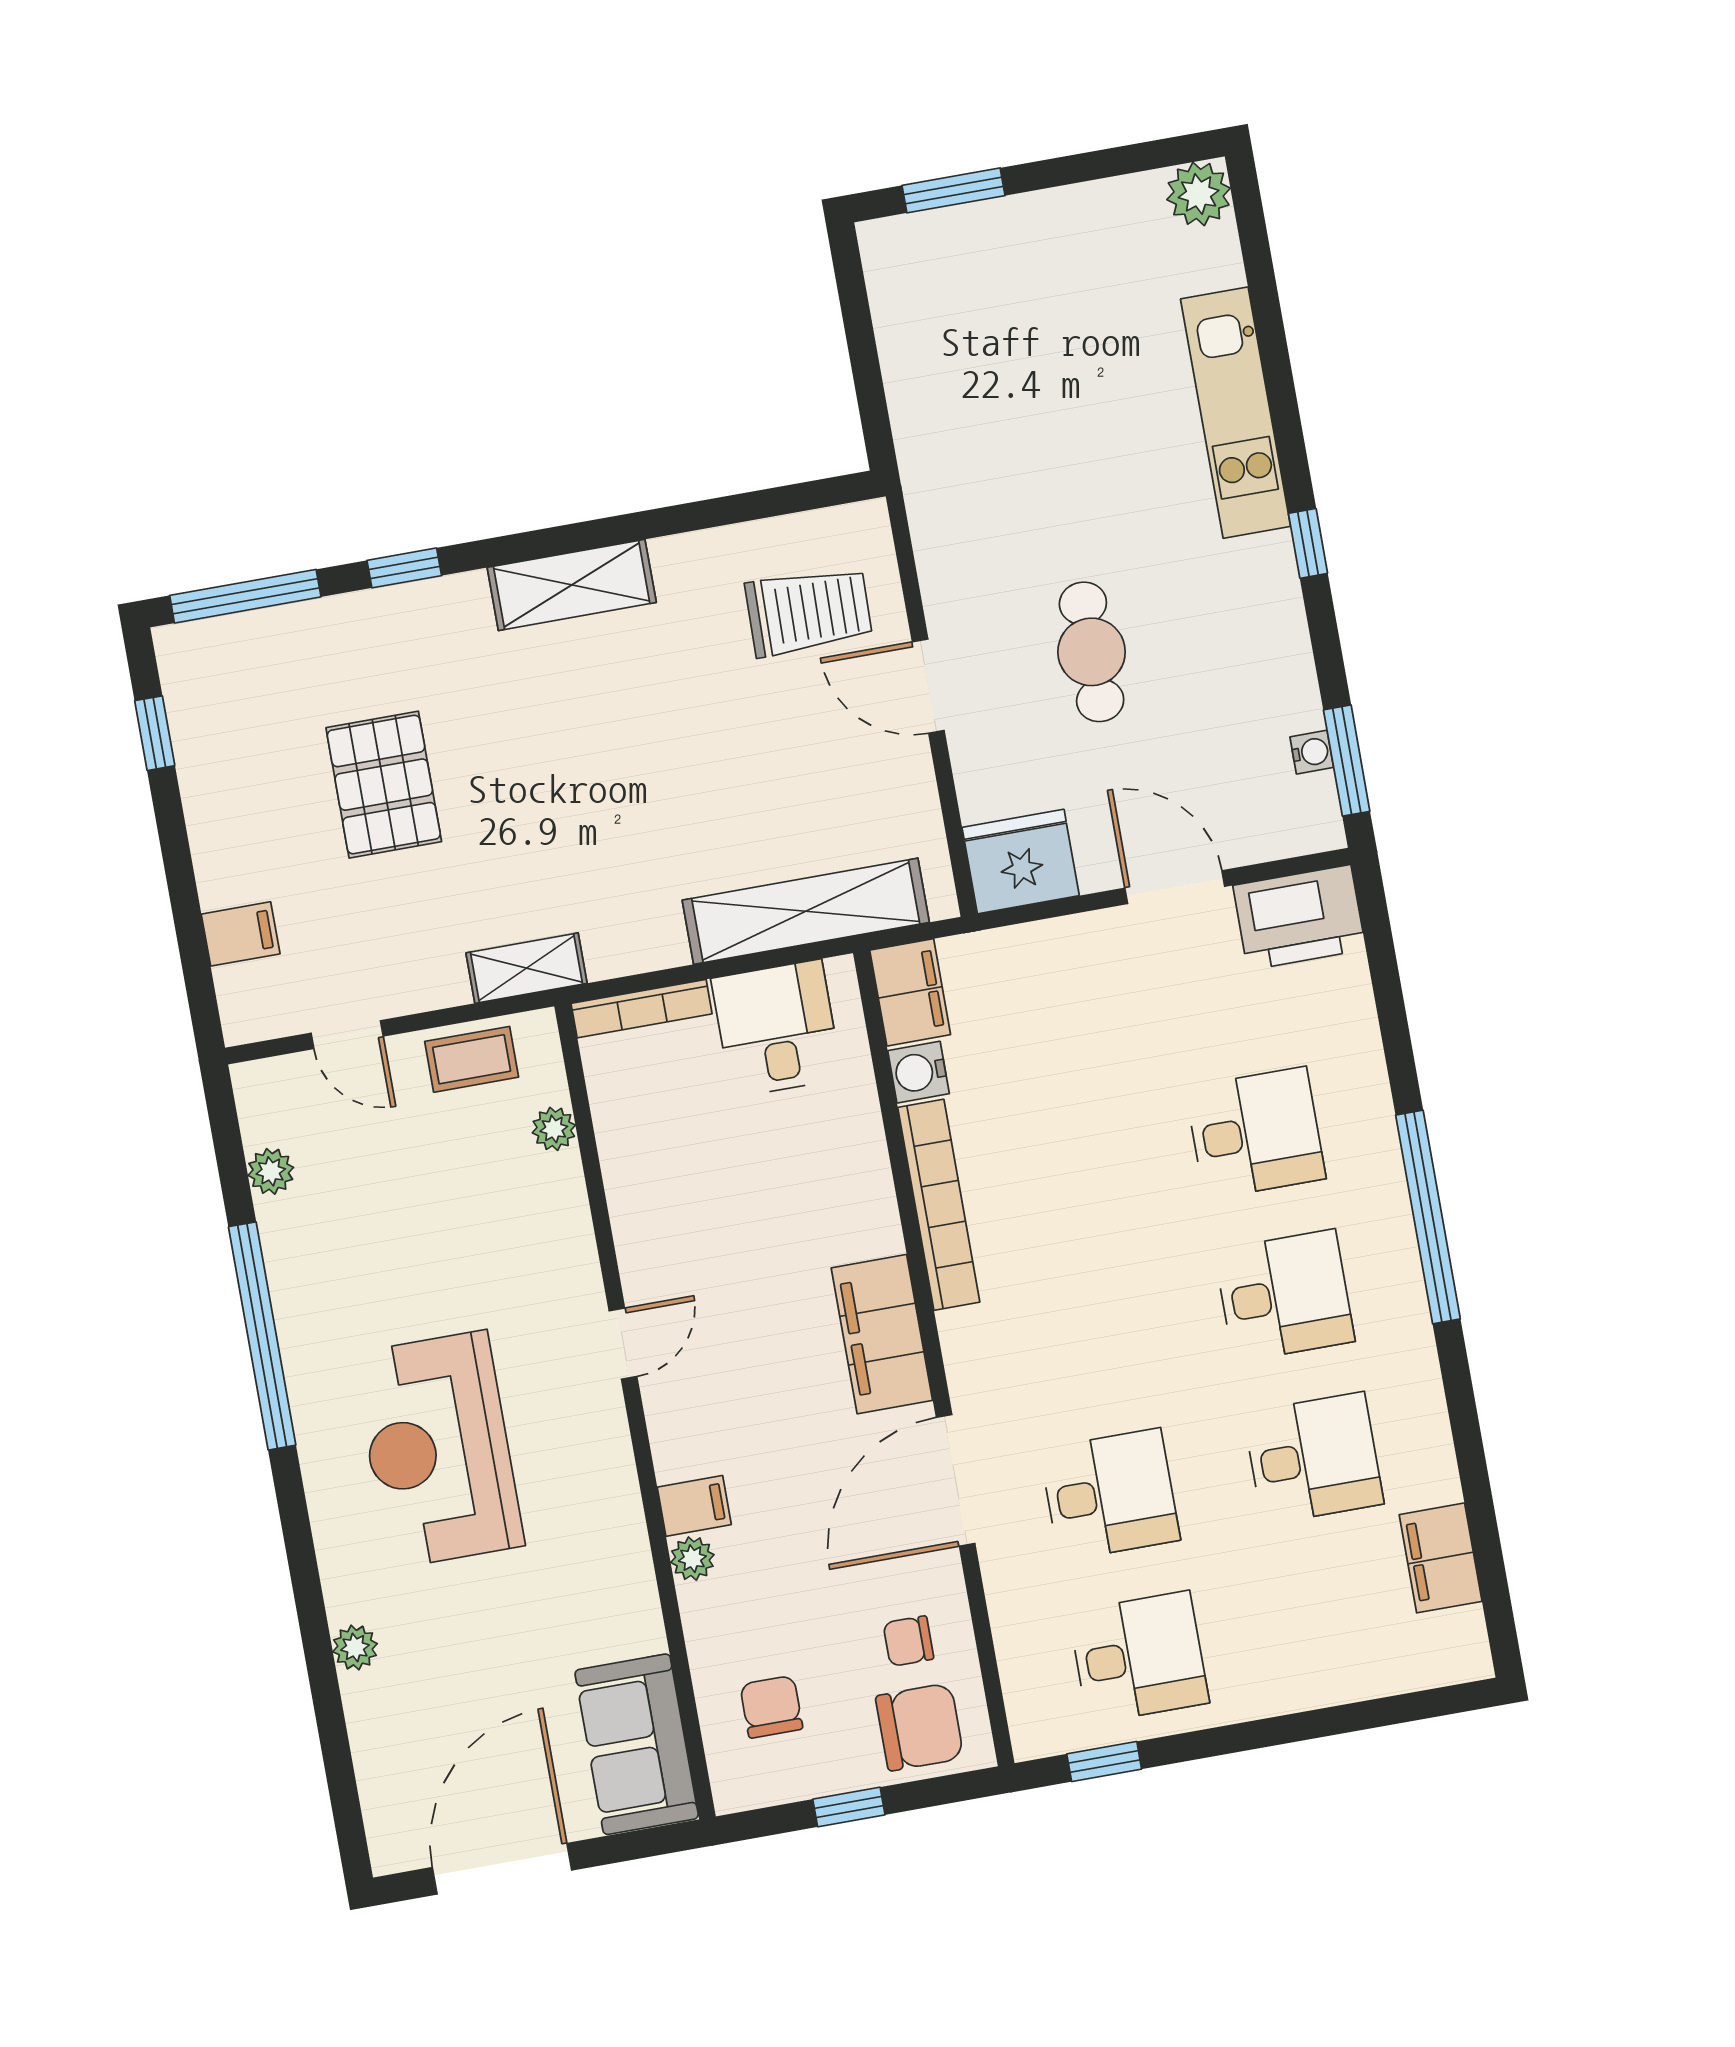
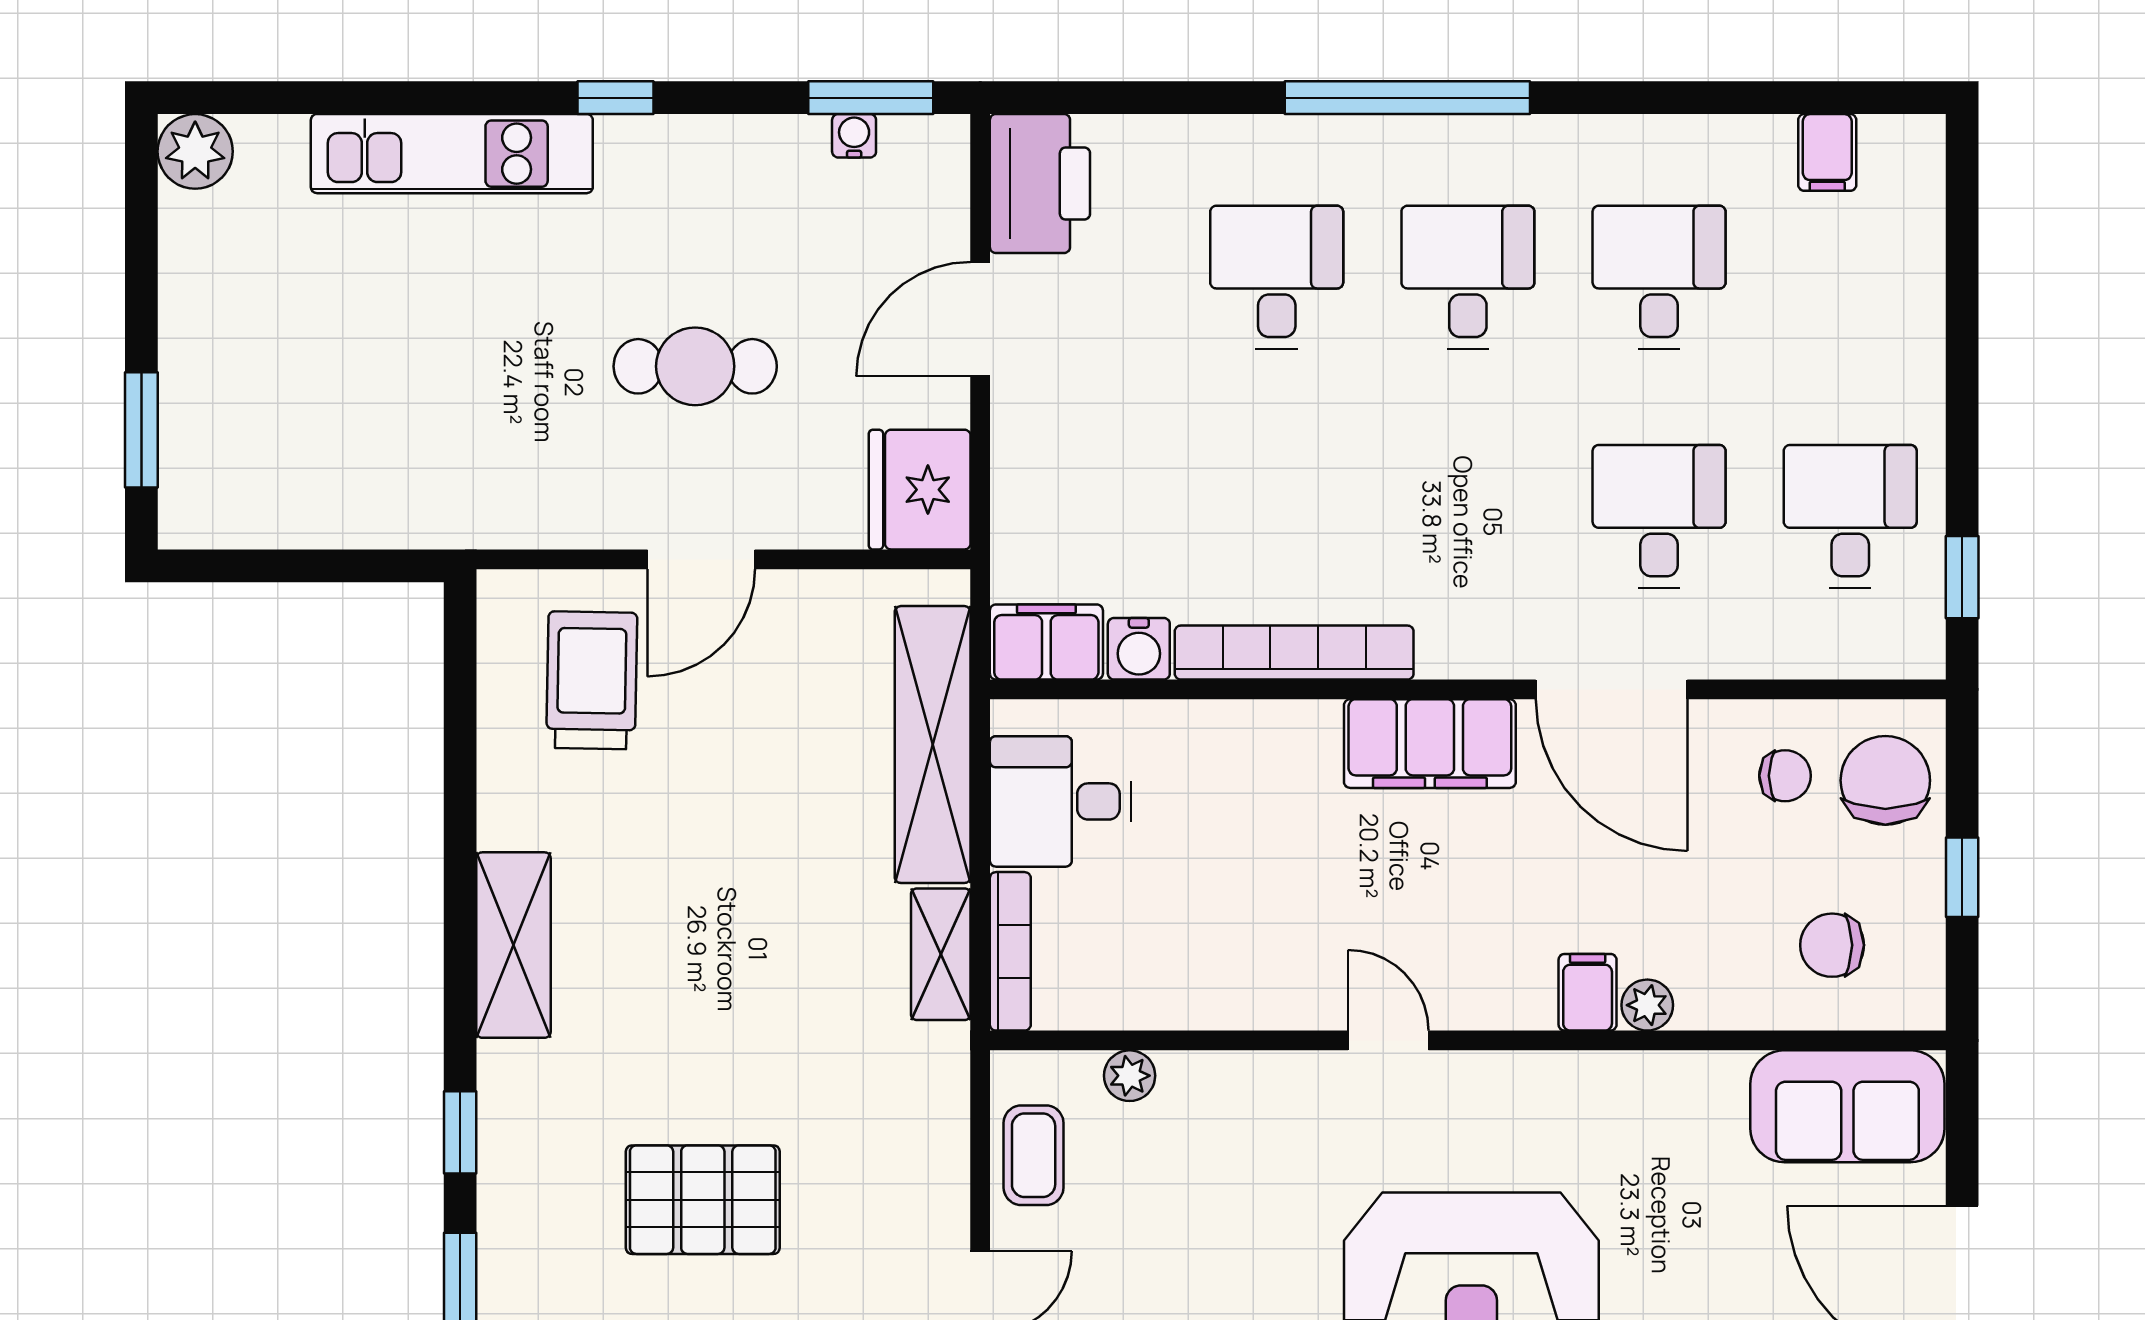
shelving: (527, 968) -> (941, 954), moved
filing cabinet: (1441, 1558) -> (1827, 152), width x0.50
chair: (908, 1641) -> (1785, 776), turned -90

